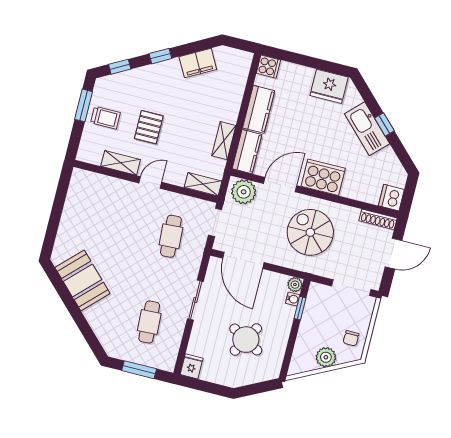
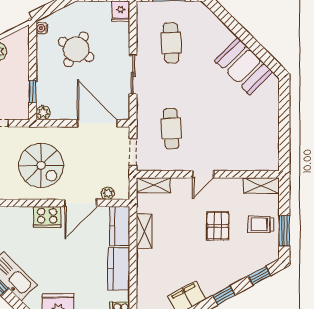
shelving: (121, 163) -> (261, 186), moved
cooker: (323, 177) -> (47, 217), width x0.73, depth x0.76
plant: (244, 192) -> (108, 193), width x0.53, depth x0.53
water cooler: (293, 299) -> (42, 28), moved

